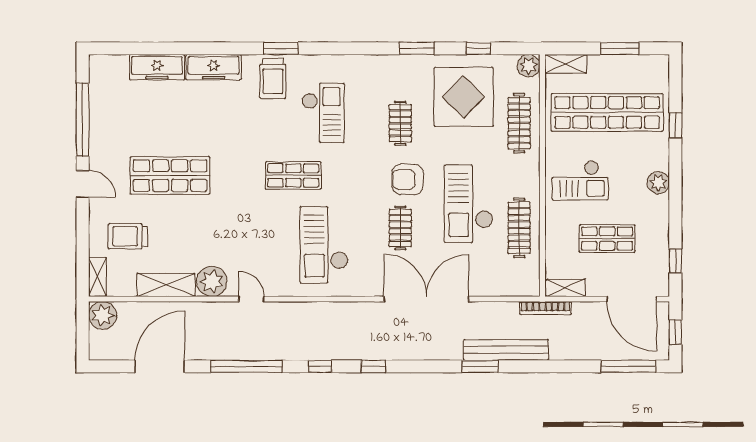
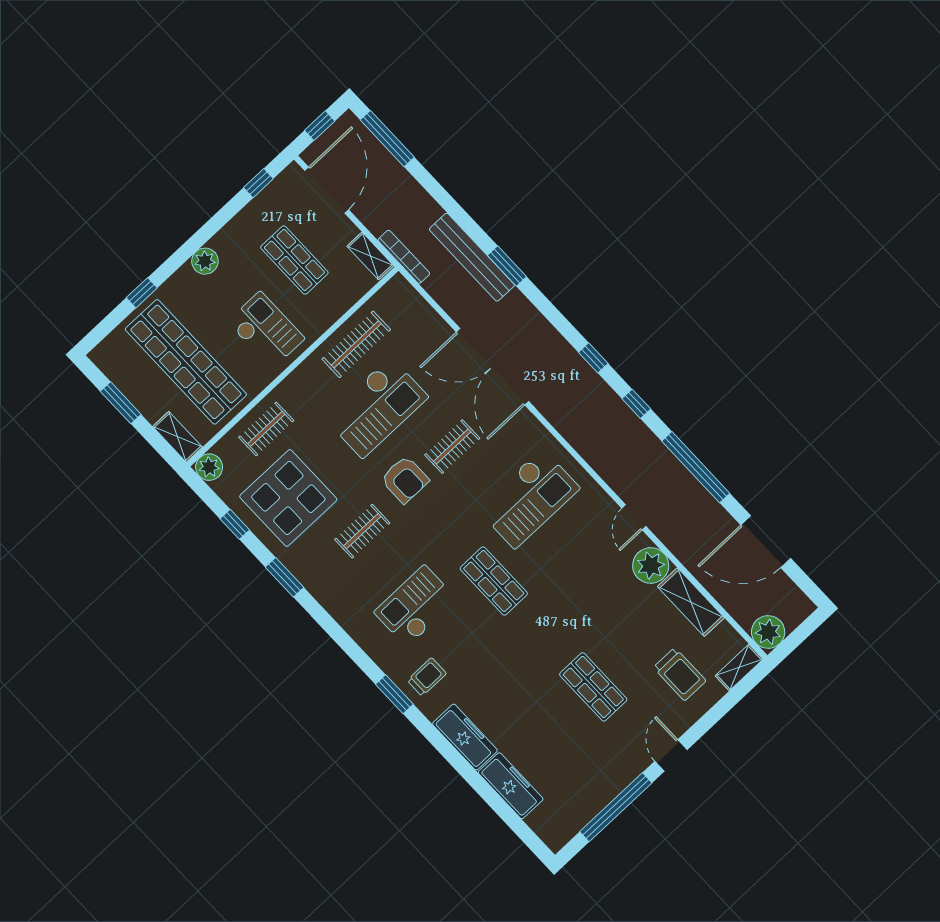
trolley: (273, 79) -> (427, 677), width x0.73, depth x0.72
clothes rail: (519, 123) -> (266, 429), width x0.73
shop shelf: (170, 176) -> (593, 687), width x0.70, depth x0.74

